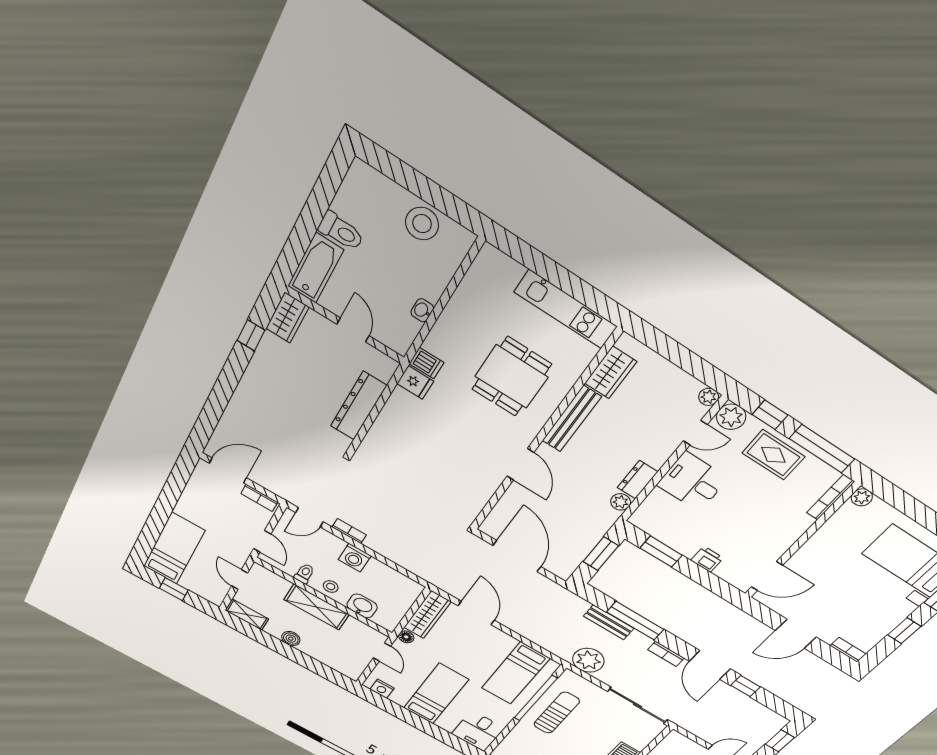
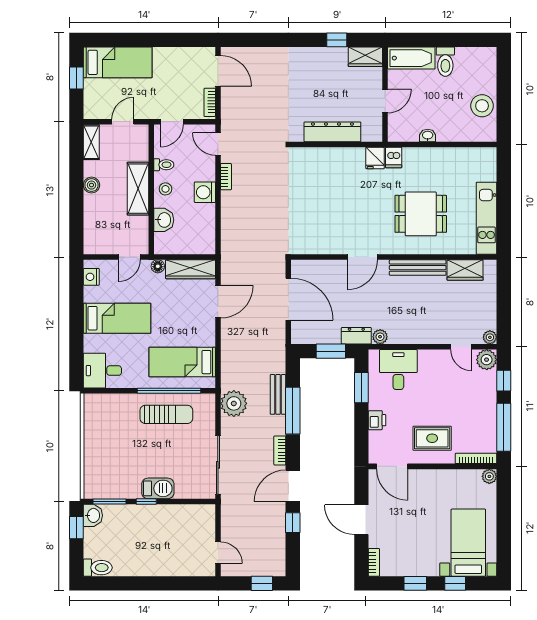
rug: (773, 455) -> (432, 438), moved, turned 90
dresser: (637, 480) -> (356, 336), moved
desk: (692, 482) -> (398, 370), moved
door: (517, 556) -> (288, 299), hinge flipped

